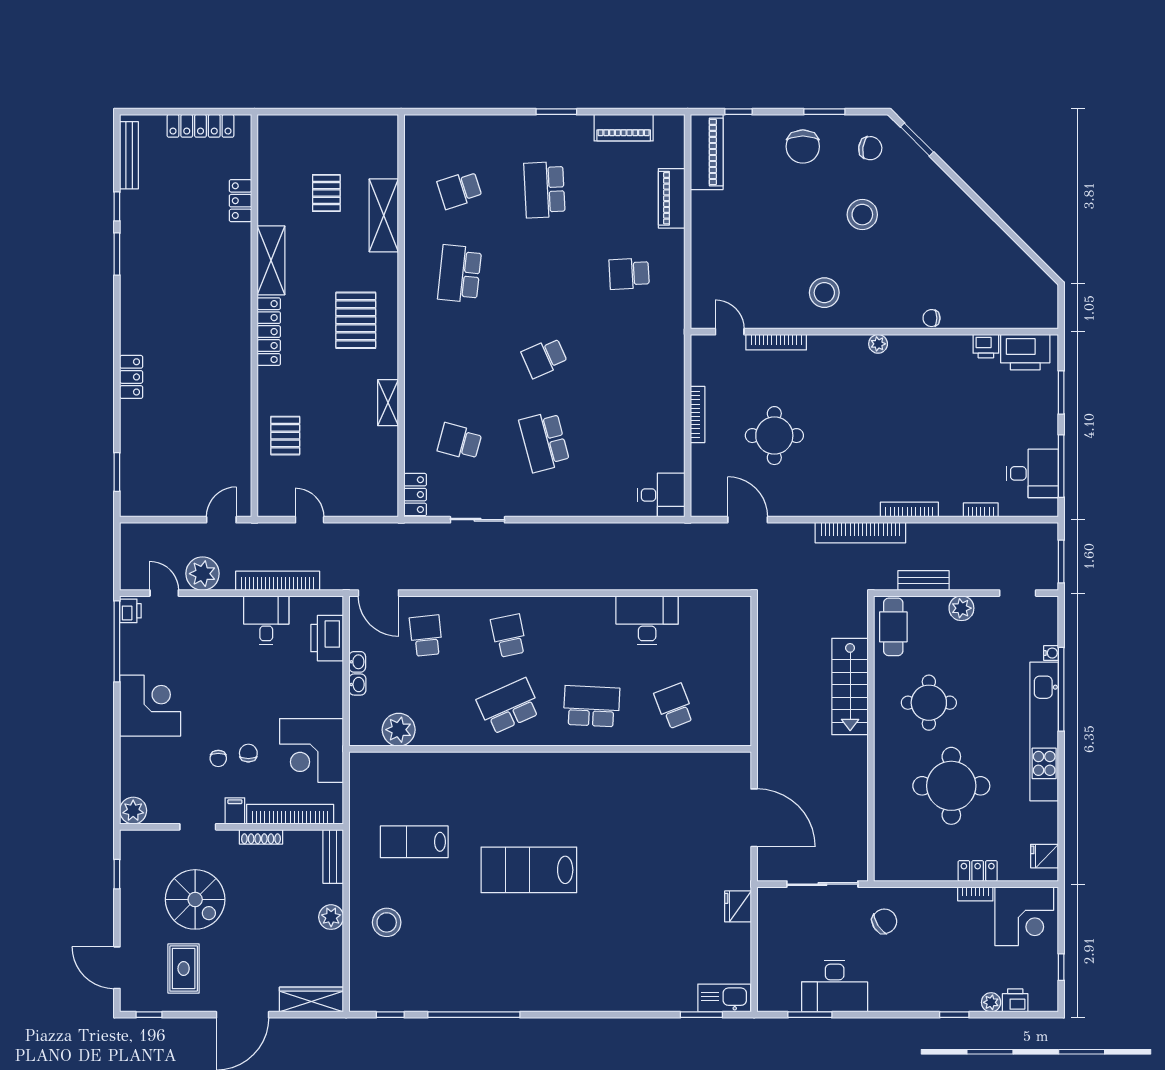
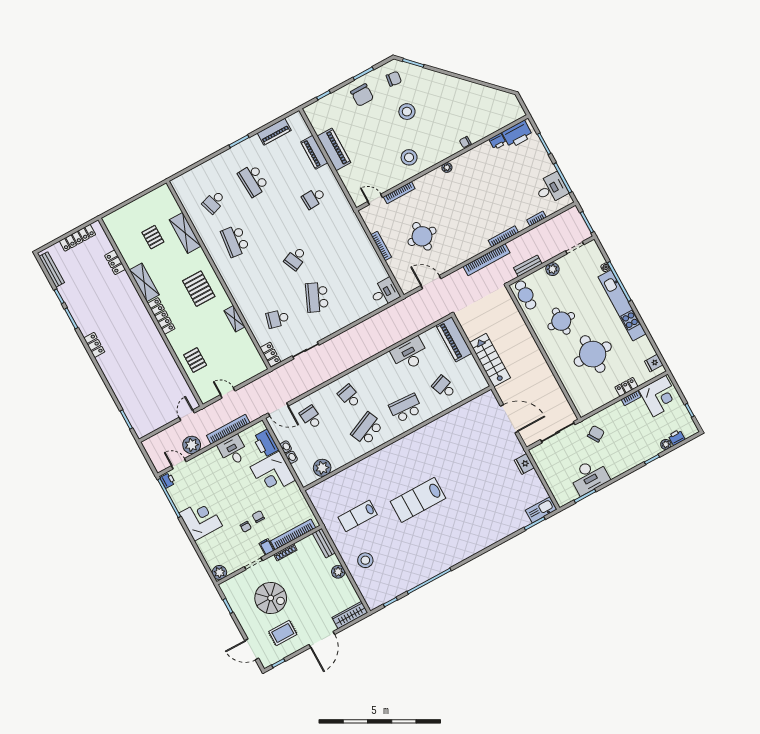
piano: (707, 152) -> (334, 149), moved
locker: (131, 377) -> (94, 345), moved
school desk: (544, 442) -> (317, 297), turned 39
piano: (734, 635) -> (454, 339), added
stairs: (850, 686) -> (490, 360), moved, turned 180
corner desk: (312, 750) -> (273, 474), moved
rug: (184, 969) -> (283, 633), turned 90

